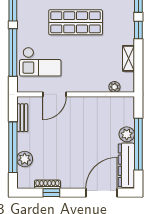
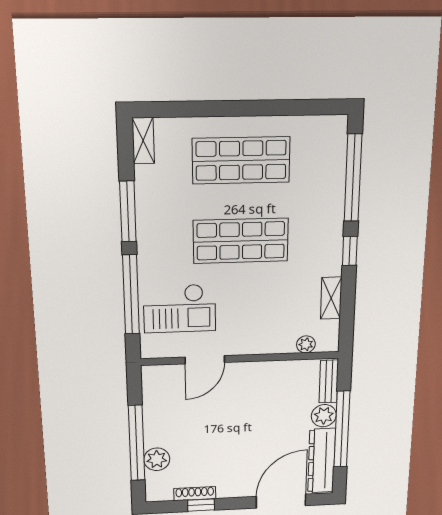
bench: (22, 118) -> (329, 381), moved

